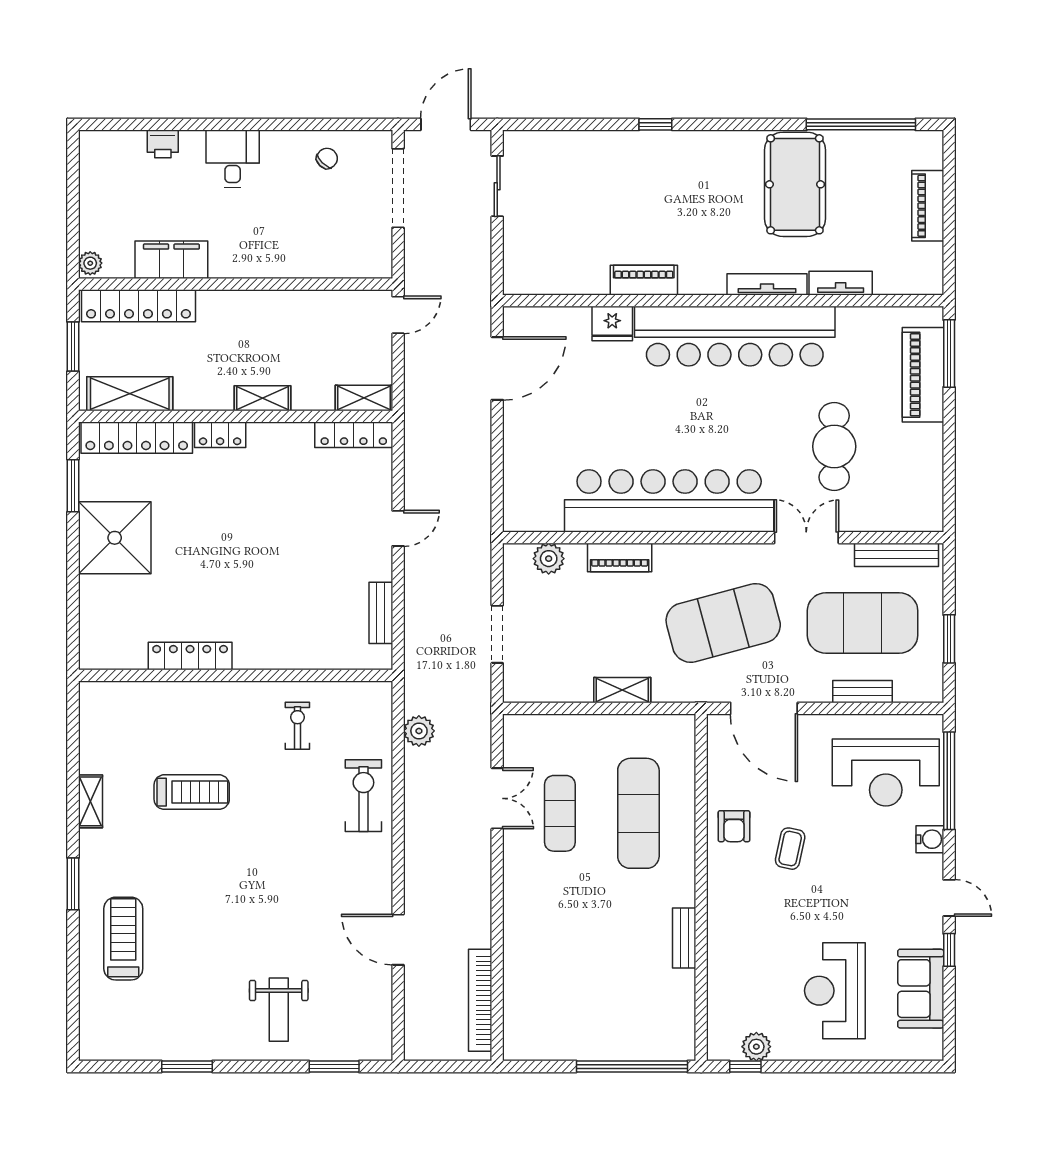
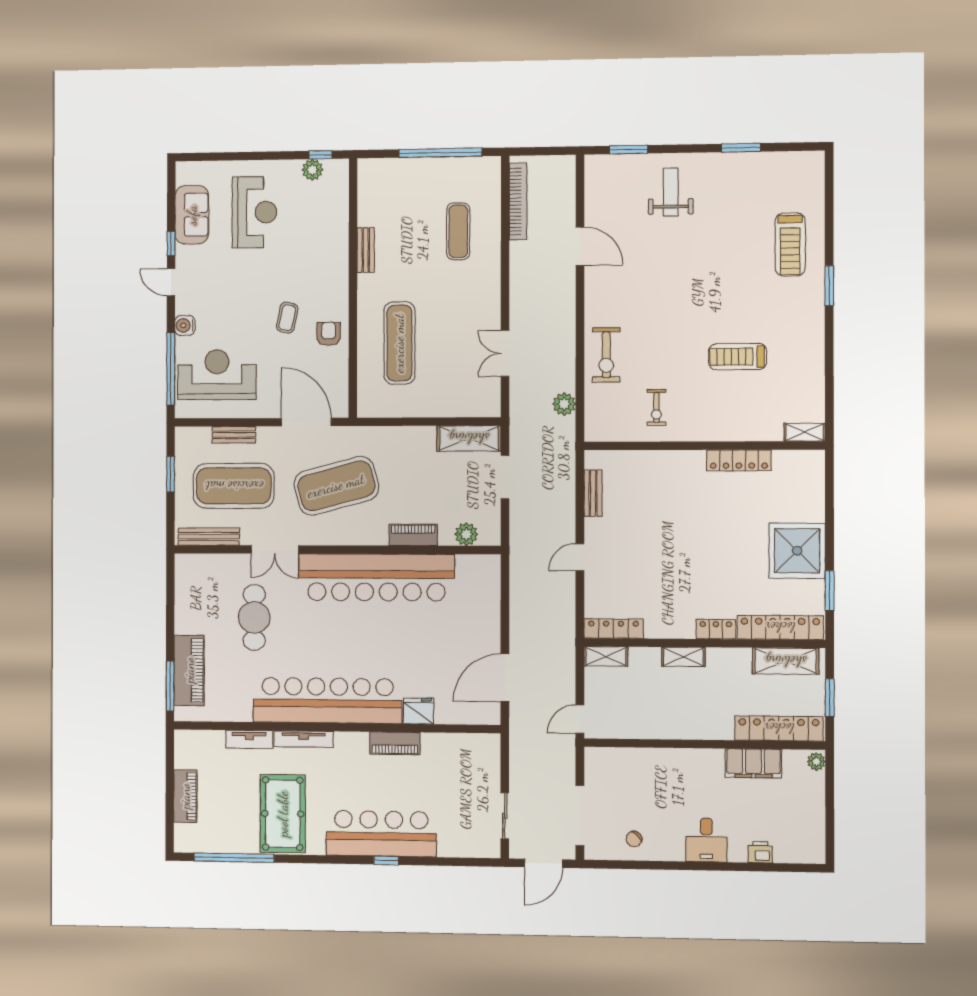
bar counter: (662, 160) -> (381, 834), added
shelving: (622, 690) -> (469, 438), moved, width x1.50, depth x1.33
shelving: (90, 801) -> (805, 432), moved, turned 90
exercise mat: (560, 813) -> (458, 231), moved
window: (632, 1066) -> (440, 153), moved

